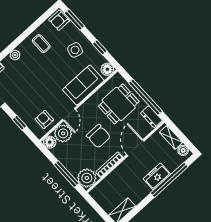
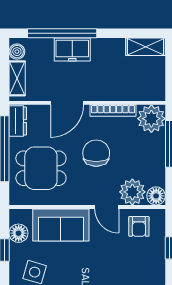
floor lamp: (107, 69) -> (19, 233), moved
door: (69, 115) -> (107, 207), swing flipped

